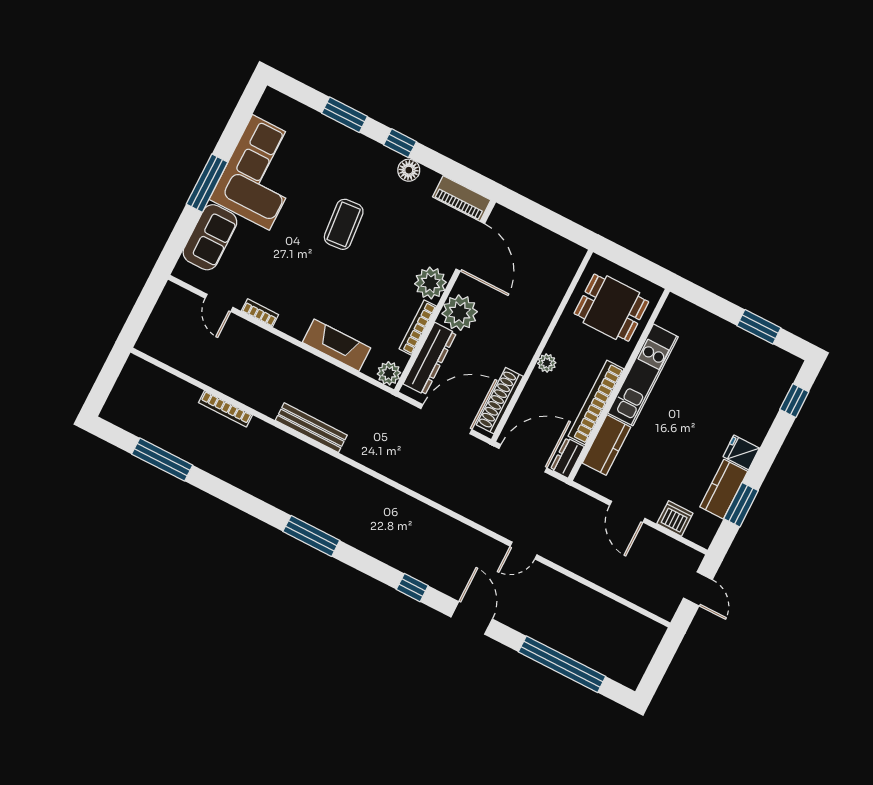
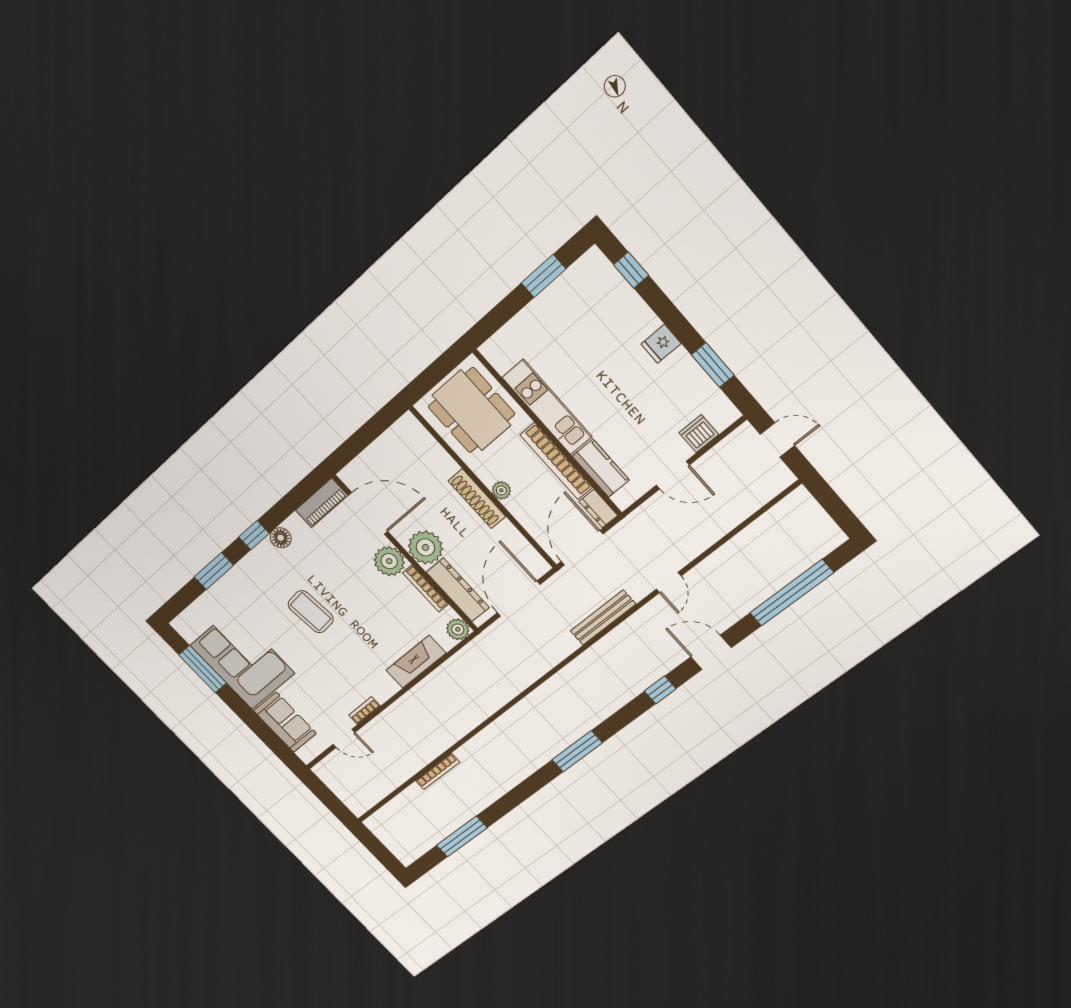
window: (207, 183) -> (203, 669), moved
dining table: (611, 308) -> (471, 410), width x1.38
shoe rack: (500, 401) -> (477, 499), moved
bench: (311, 428) -> (603, 618), moved
kitchen counter: (724, 489) -> (690, 376), removed

